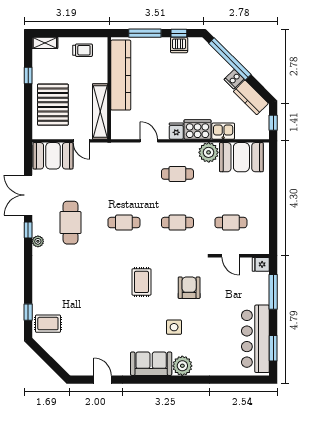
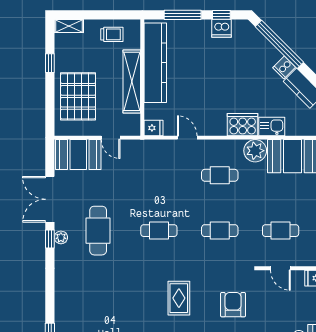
shelving: (100, 111) -> (132, 81), moved
fridge: (176, 131) -> (153, 128), moved, turned 90
plant: (38, 241) -> (61, 237), moved

